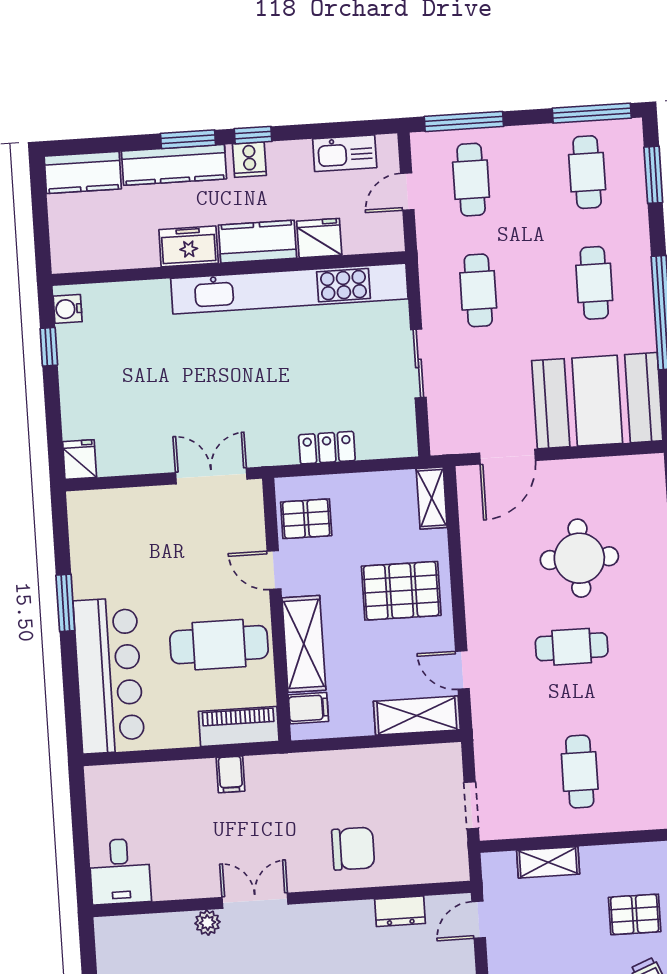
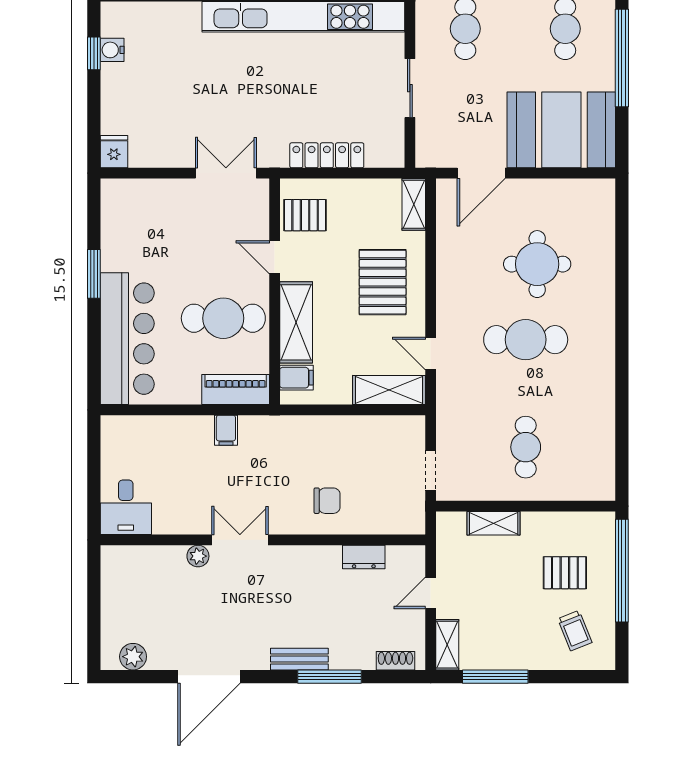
water cooler: (68, 309) -> (112, 50), moved
locker: (327, 448) -> (327, 155), width x1.53
pallet: (401, 591) -> (383, 282), turned 90
cafe table: (572, 647) -> (526, 340), width x1.37, depth x1.35
chair: (353, 849) -> (327, 501), width x0.73, depth x0.73
door: (479, 920) -> (431, 593), moved

